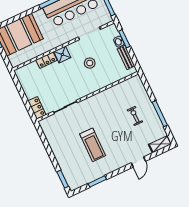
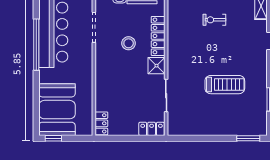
shower: (62, 54) -> (156, 66), moved
locker: (46, 60) -> (101, 123), moved
locker: (105, 81) -> (158, 36), added

